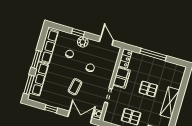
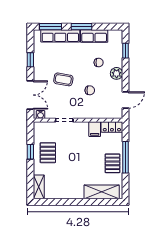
window: (78, 33) -> (126, 51), moved
row of seats: (48, 46) -> (94, 36), width x0.68
filing cabinet: (122, 78) -> (95, 129), width x0.50
pallet: (148, 89) -> (113, 163), moved
shelving: (170, 103) -> (102, 192), moved

